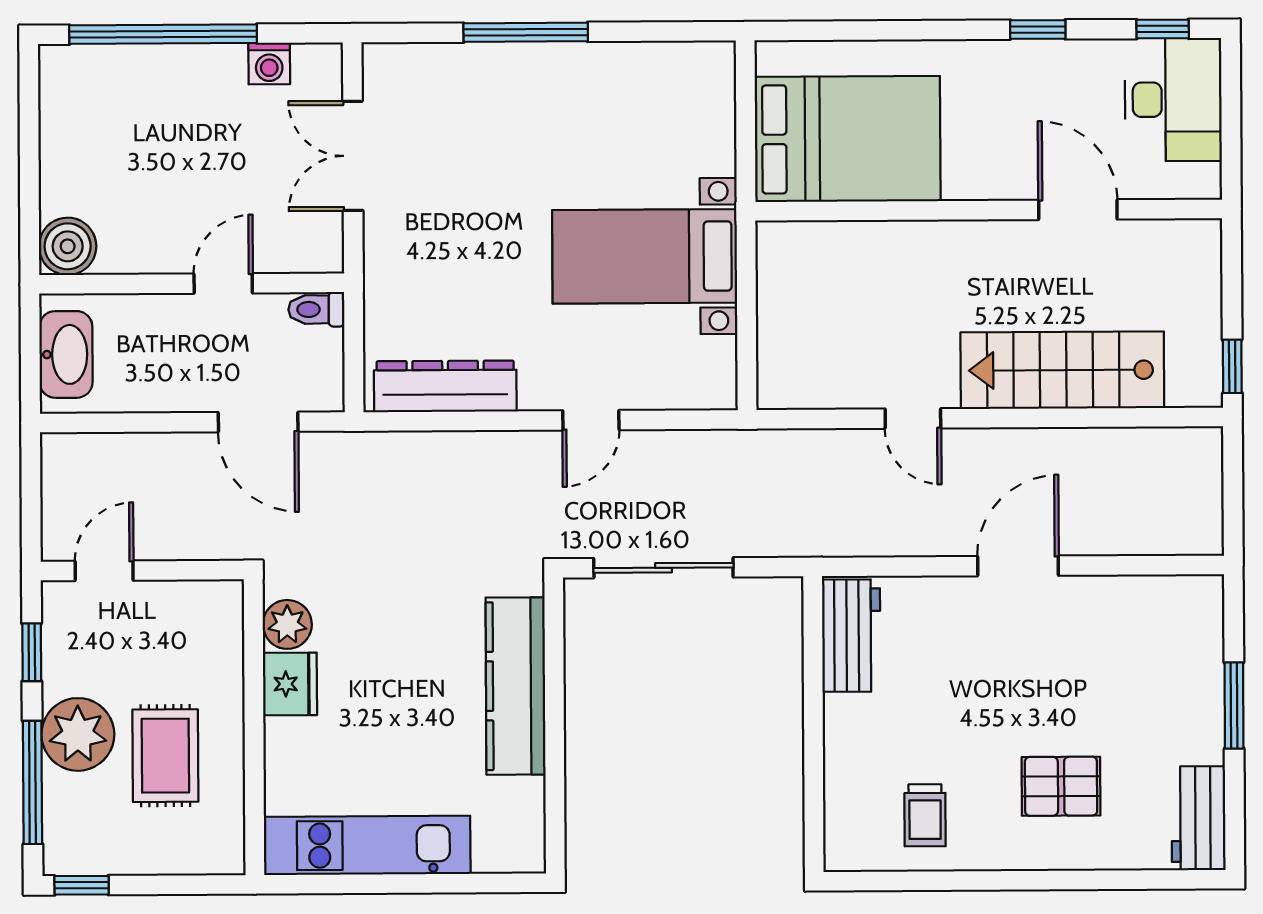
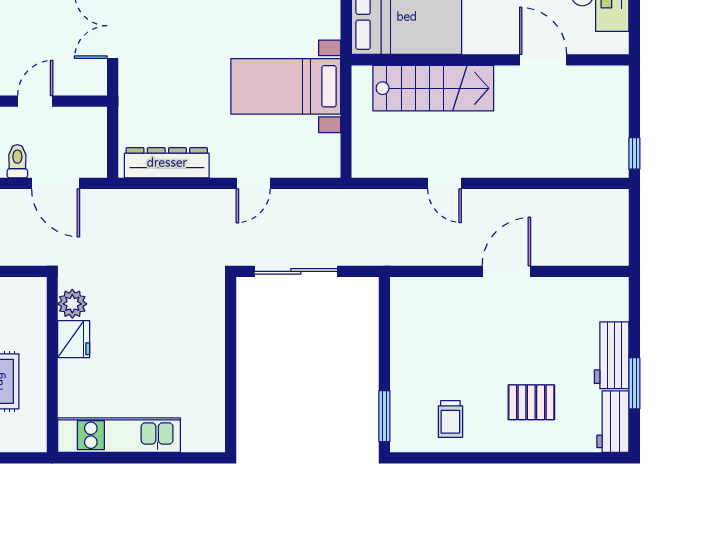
toilet: (316, 309) -> (17, 161), moved, turned 90
stairs: (1062, 370) -> (433, 88), moved, turned 180
workbench: (851, 636) -> (612, 355), moved, turned 180
kitchen counter: (516, 686) -> (208, 341), removed
window: (1234, 705) -> (634, 383), moved
window: (814, 811) -> (384, 416), added

